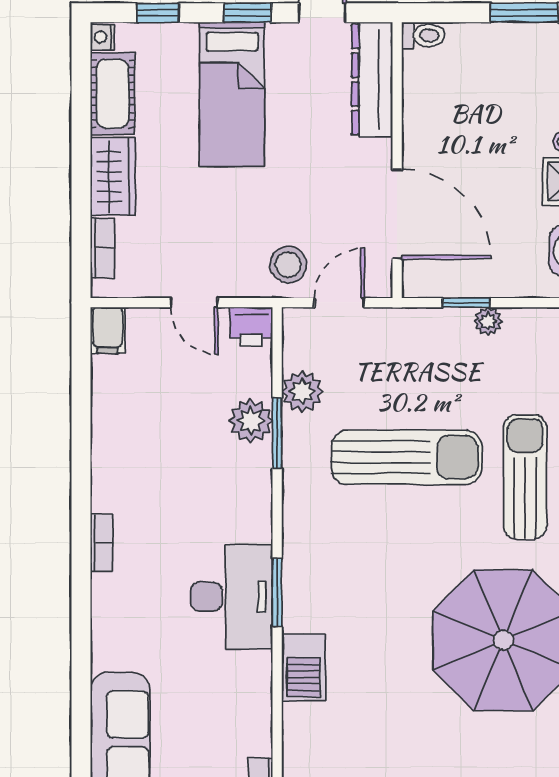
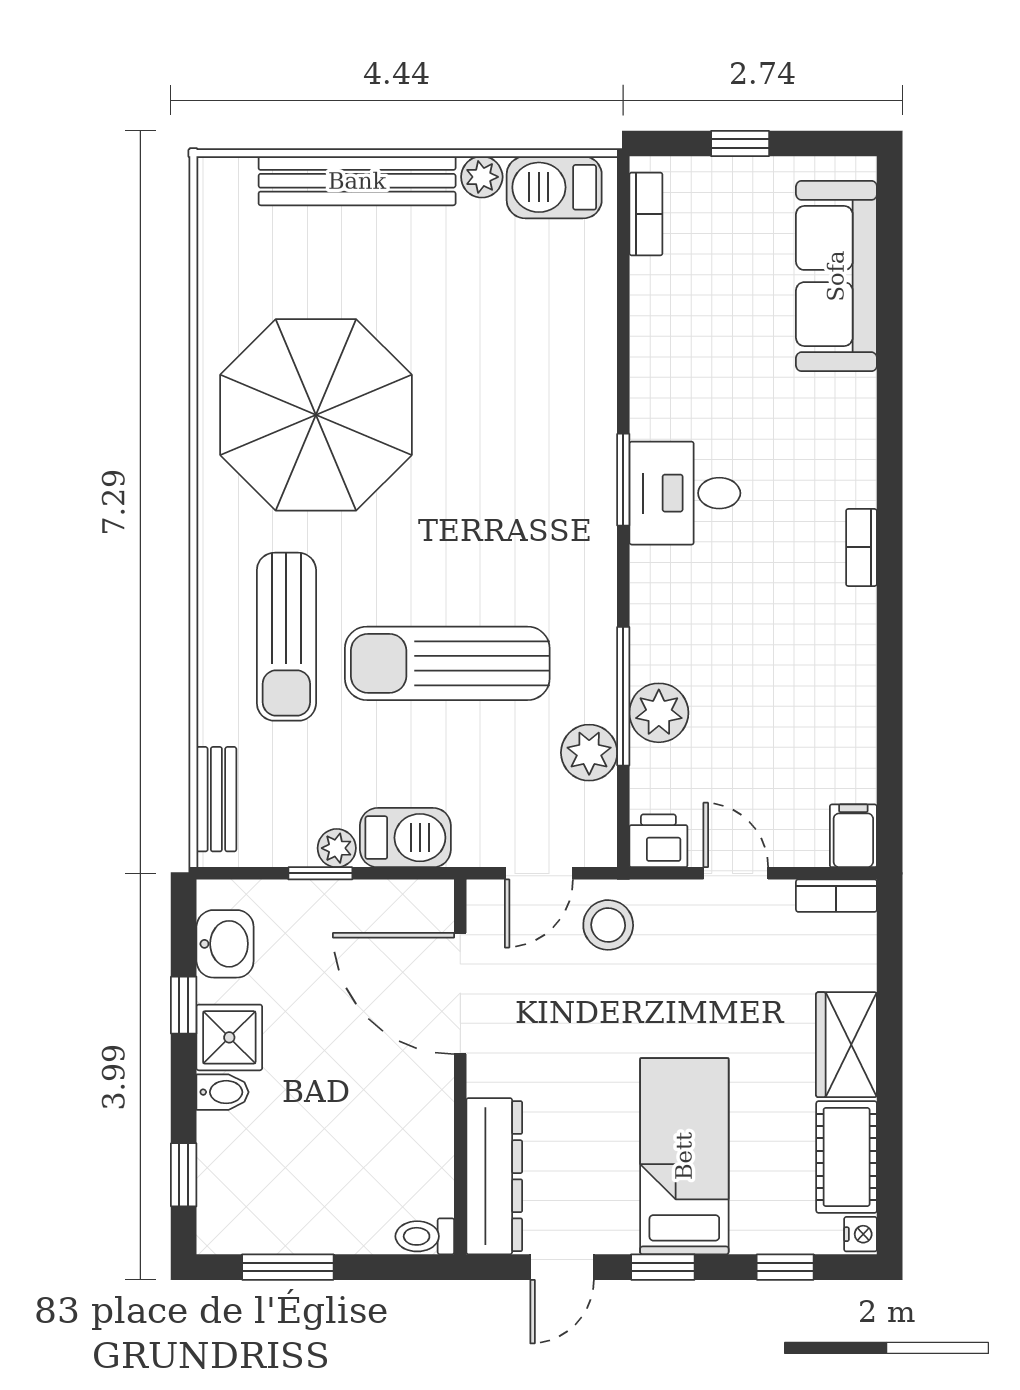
bookcase: (102, 248) -> (836, 896), moved, turned -90
window: (466, 303) -> (320, 873), moved
window: (277, 433) -> (623, 696), width x1.44
desk: (232, 597) -> (685, 493), width x0.73
barbecue: (303, 667) -> (405, 838), moved, turned 90

